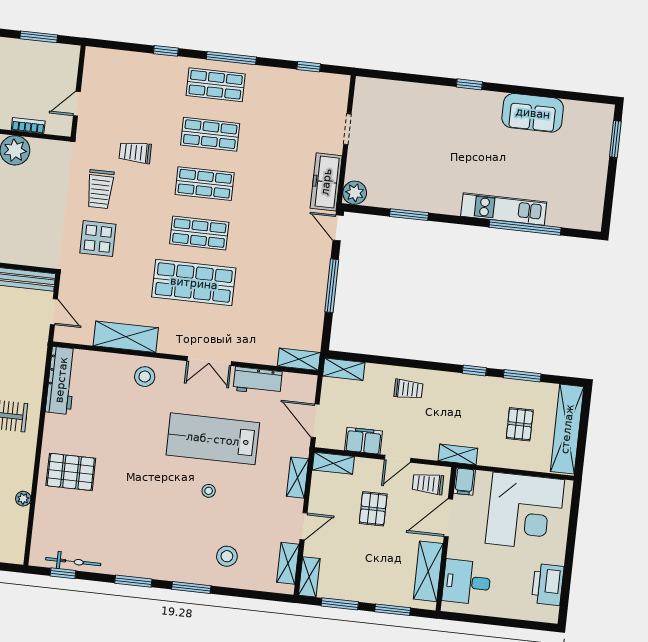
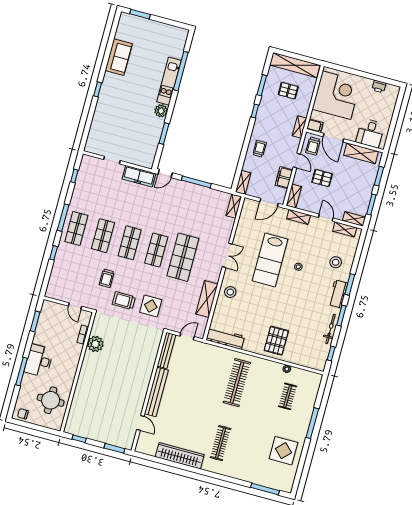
trolley: (100, 189) -> (124, 301), turned 180
plant: (355, 193) -> (161, 111), moved
workbench: (258, 381) -> (338, 294), moved, turned 180
bicycle: (73, 562) -> (330, 329), moved
printer: (548, 584) -> (379, 86), width x0.53, depth x0.68

